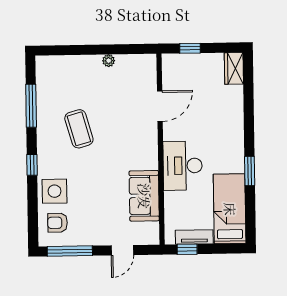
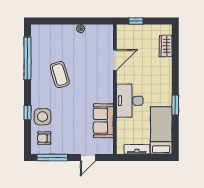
wardrobe: (234, 68) -> (166, 46), moved
window: (31, 106) -> (28, 58), width x1.46
window: (32, 165) -> (28, 112), moved
window: (187, 249) -> (132, 157), removed

